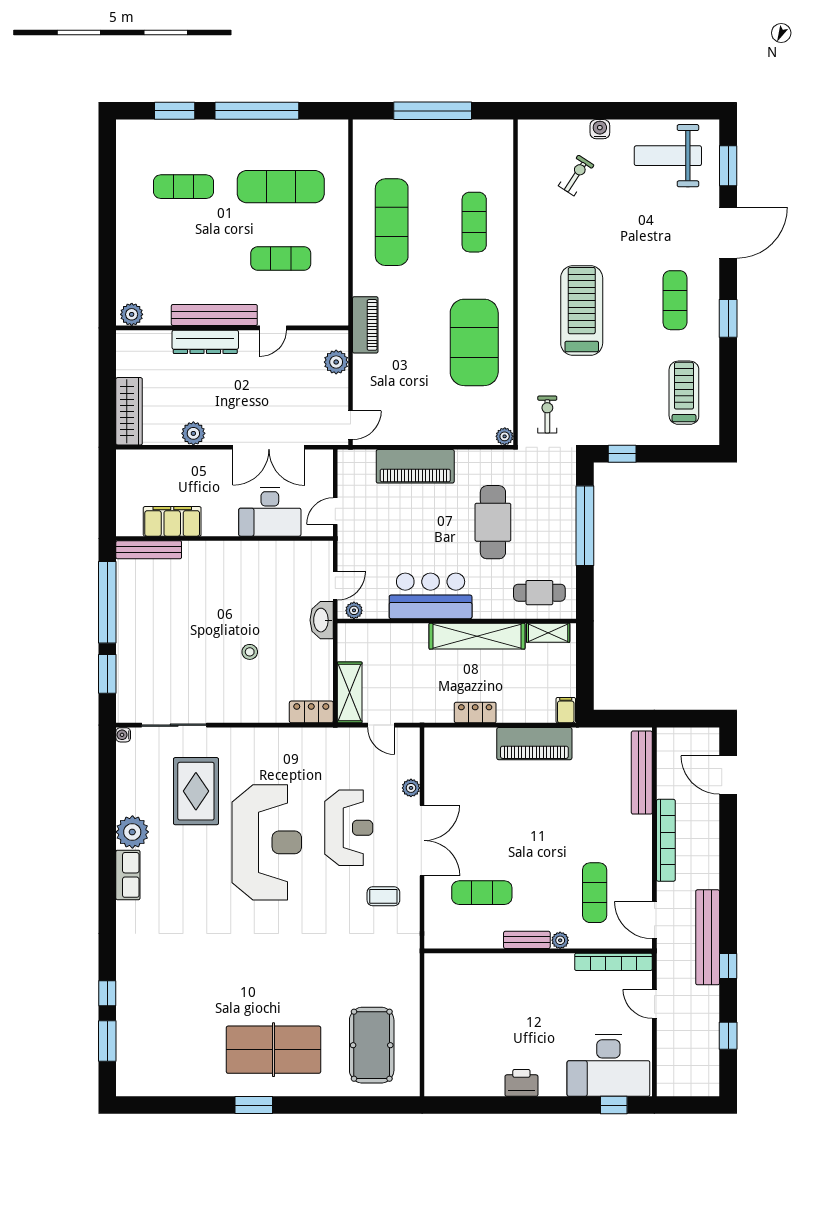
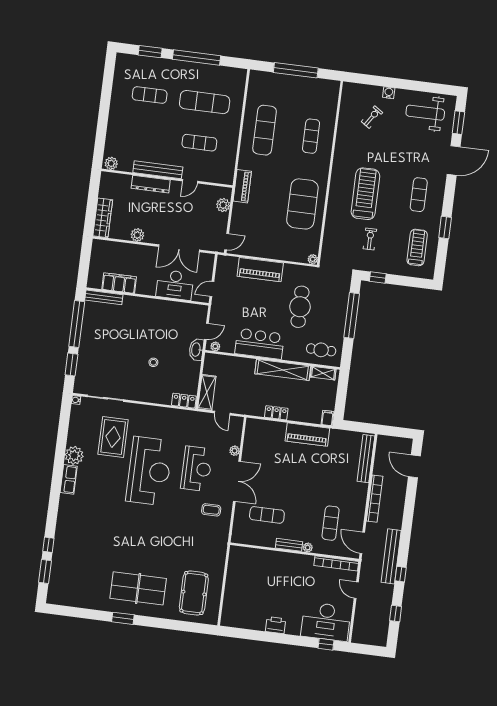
window: (728, 318) -> (445, 228), moved
exercise bike: (547, 414) -> (370, 239), moved

